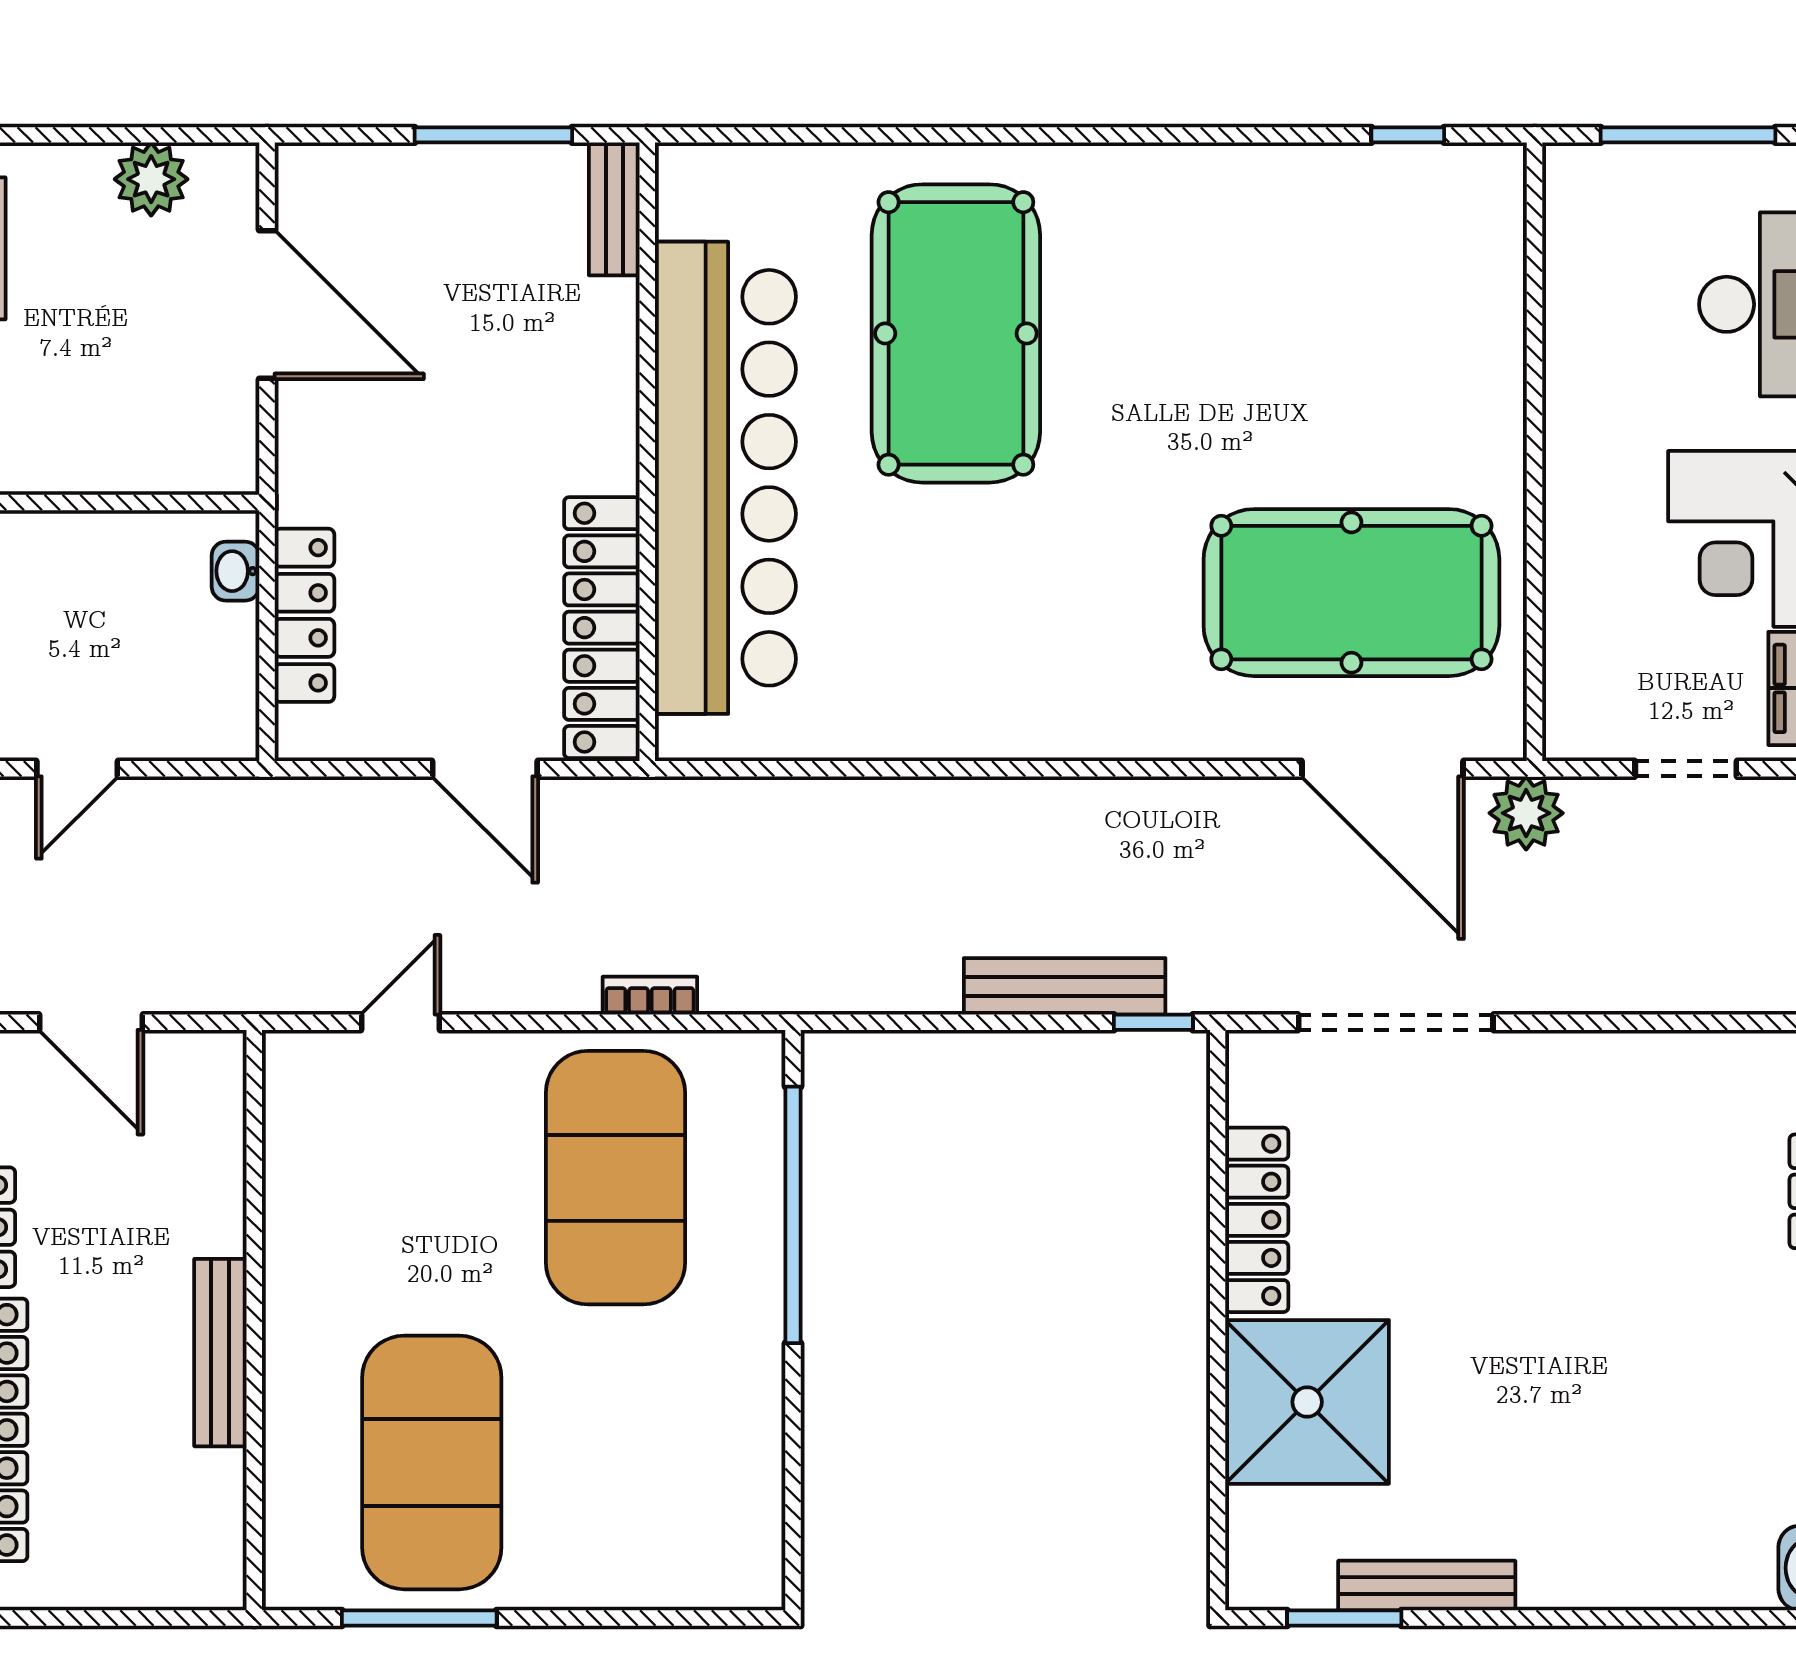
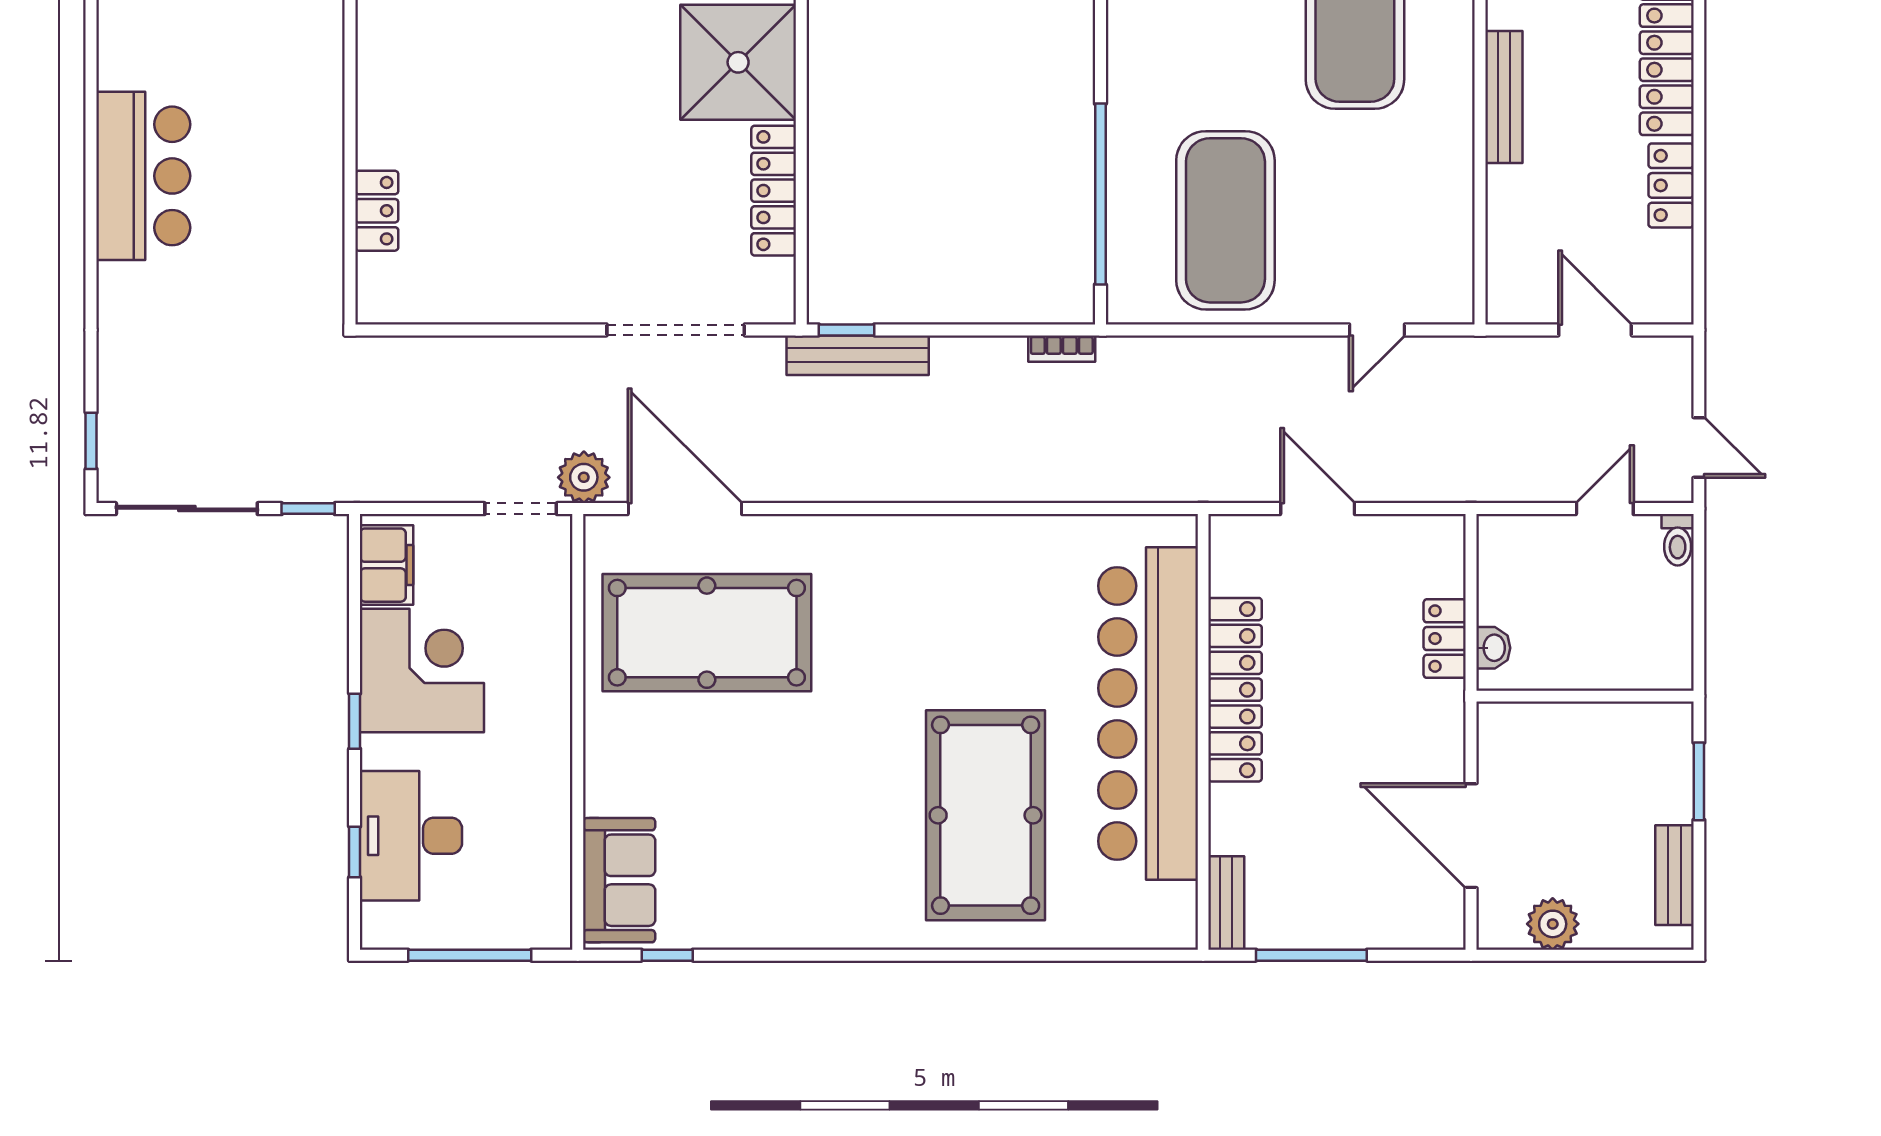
sofa: (1476, 241) -> (619, 880), added
locker: (304, 615) -> (1445, 639), width x0.66
locker: (602, 628) -> (1235, 690), moved
doorway: (1686, 769) -> (521, 509), moved
bench: (1065, 986) -> (858, 355), moved
bookcase: (650, 996) -> (1062, 349), moved

